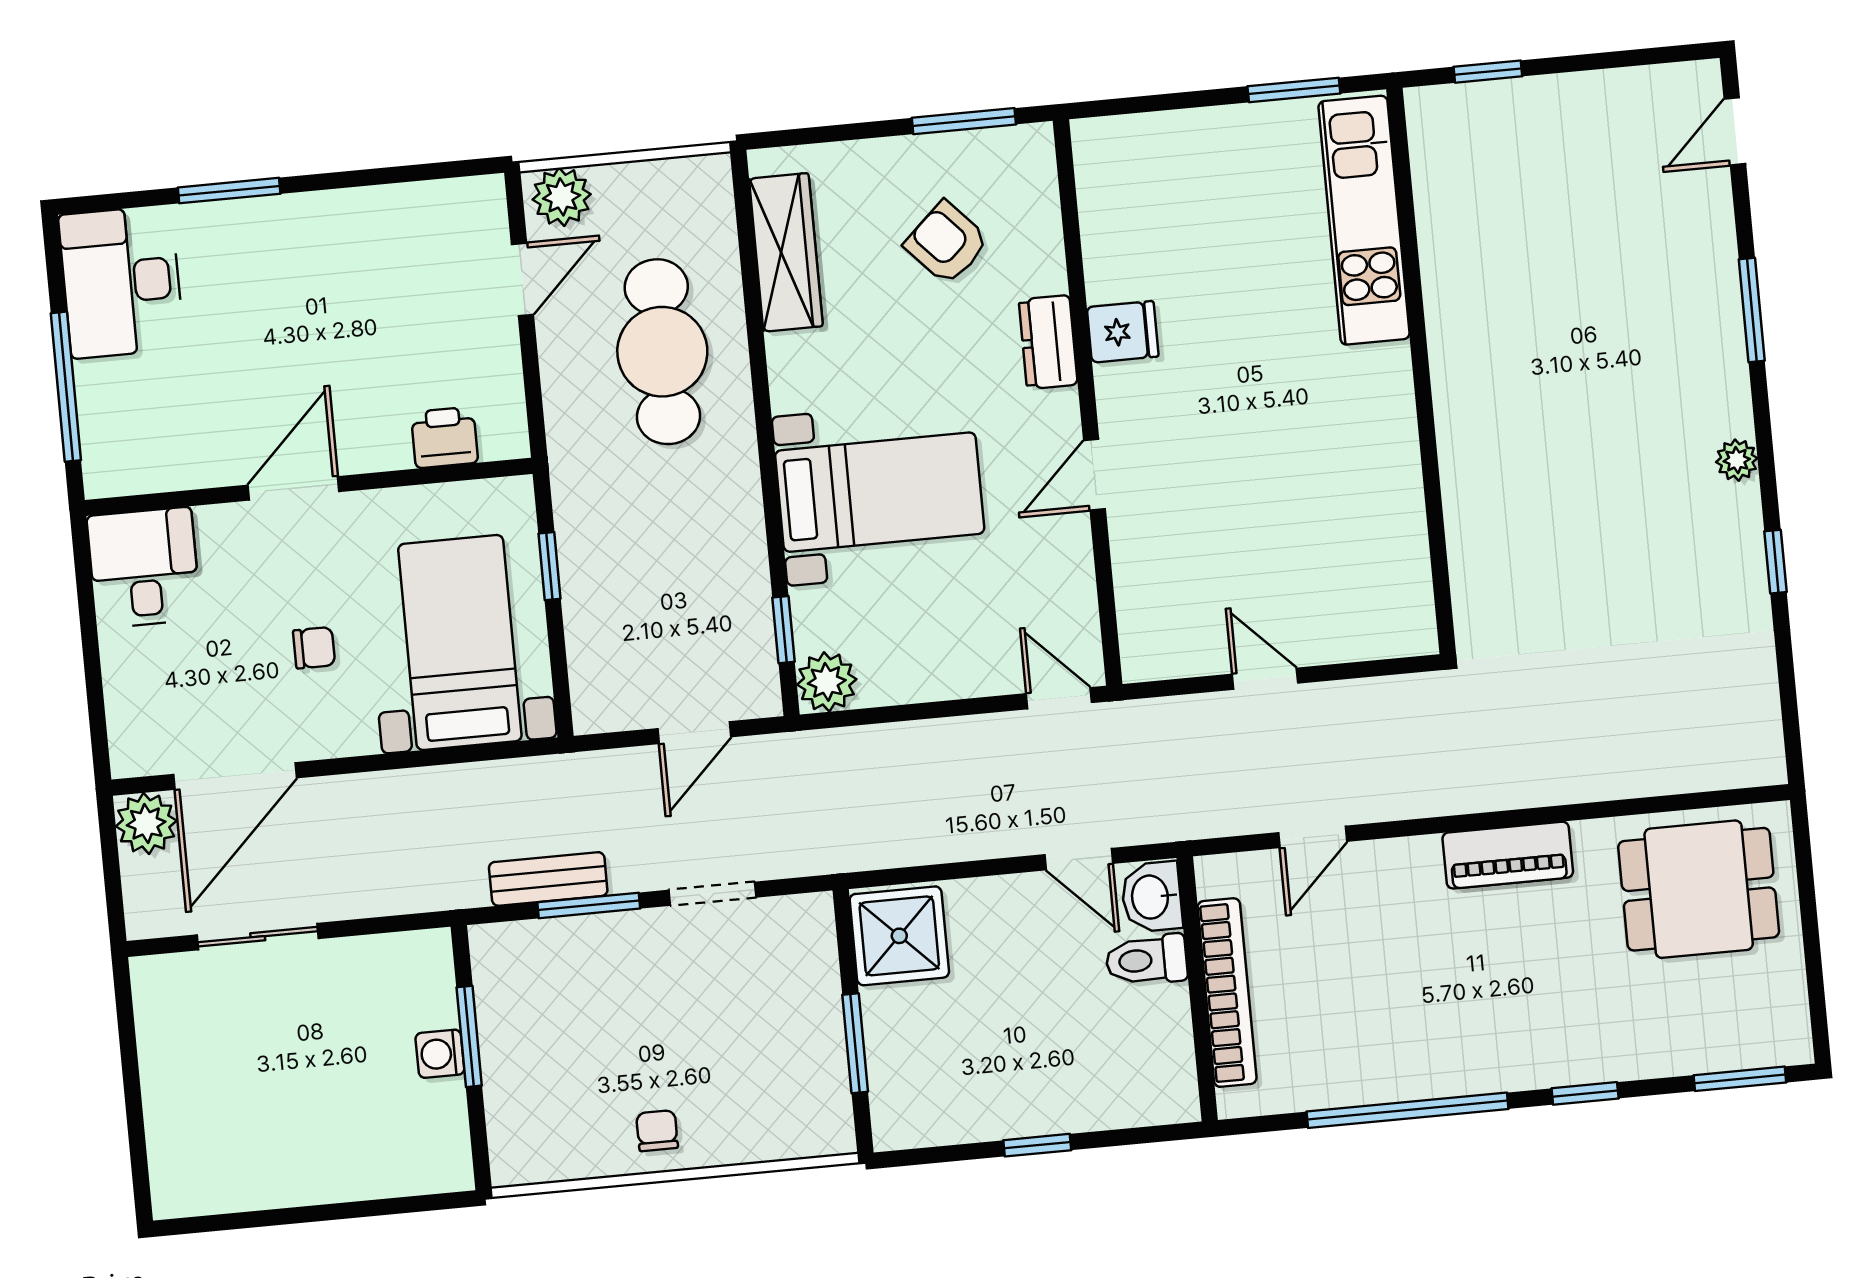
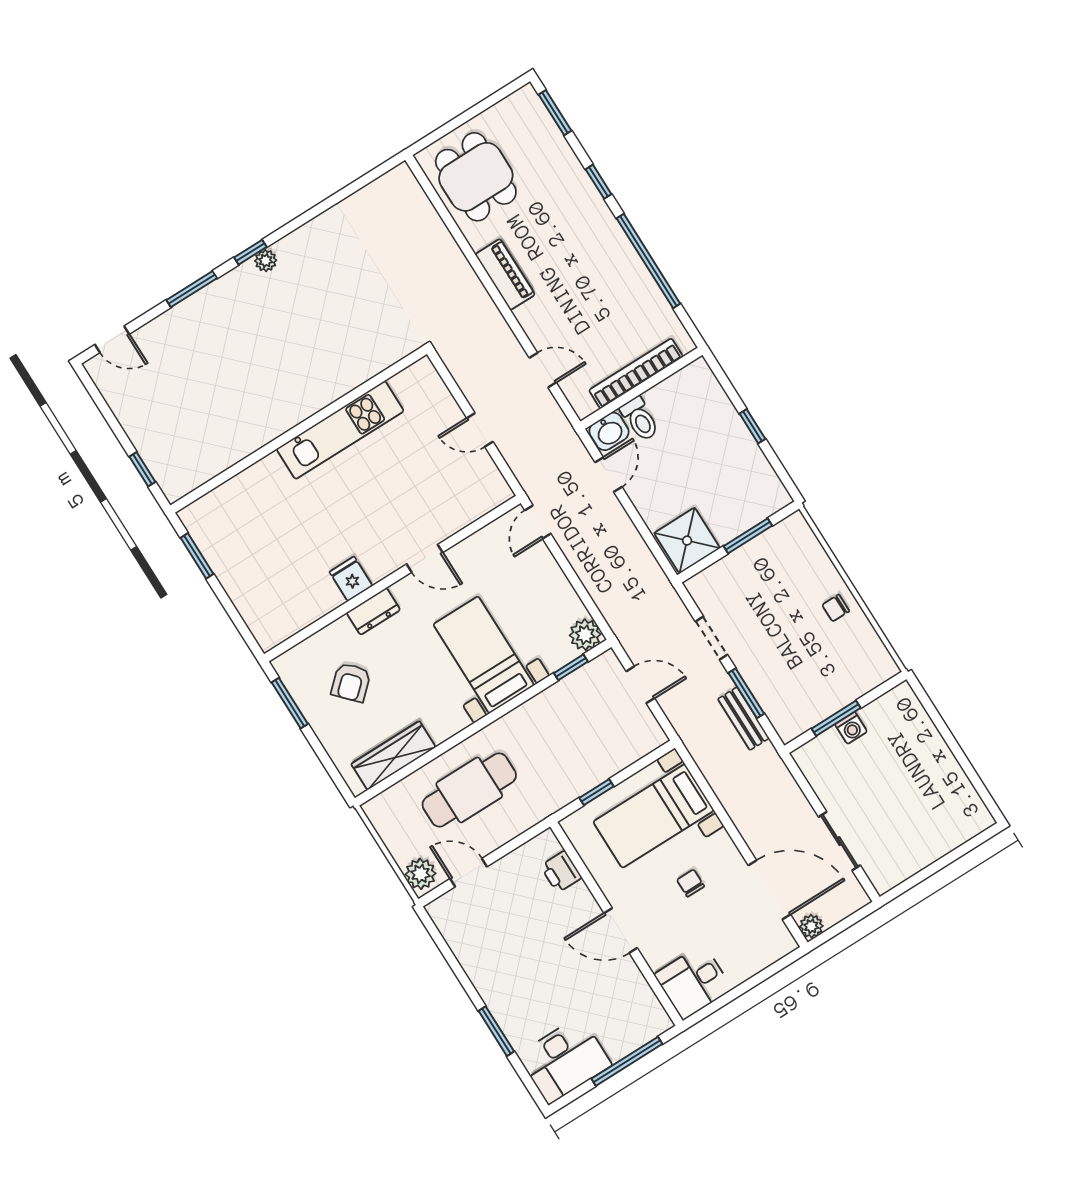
kitchen unit: (1364, 220) -> (340, 430), moved
window: (1776, 562) -> (250, 252), moved
door: (1265, 679) -> (480, 430), hinge flipped
plant: (146, 823) -> (811, 926), width x0.73, depth x0.73

